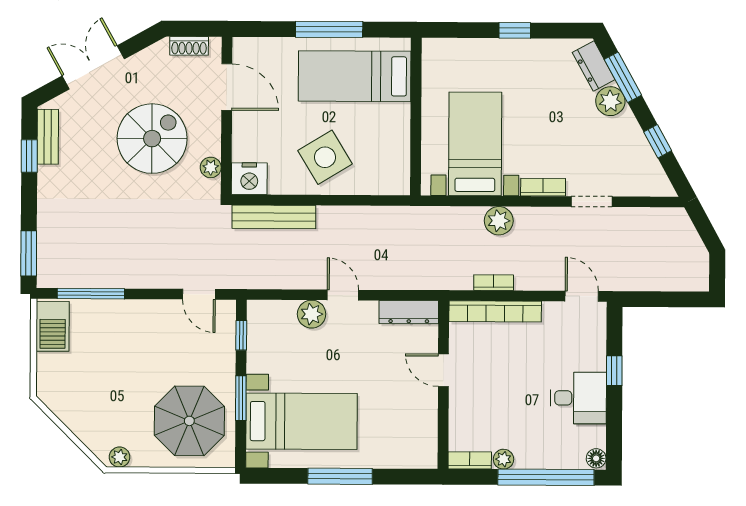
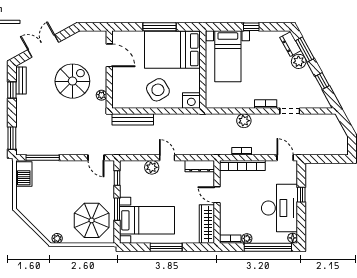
shoe rack: (189, 46) -> (90, 35), removed
bed: (355, 76) -> (172, 50), width x1.50
bed with nightstands: (475, 144) -> (228, 56), moved, turned 180
nightstand: (249, 179) -> (191, 101), moved
desk: (578, 398) -> (279, 208), width x1.87, depth x1.30
wardrobe: (423, 430) -> (207, 224), added

